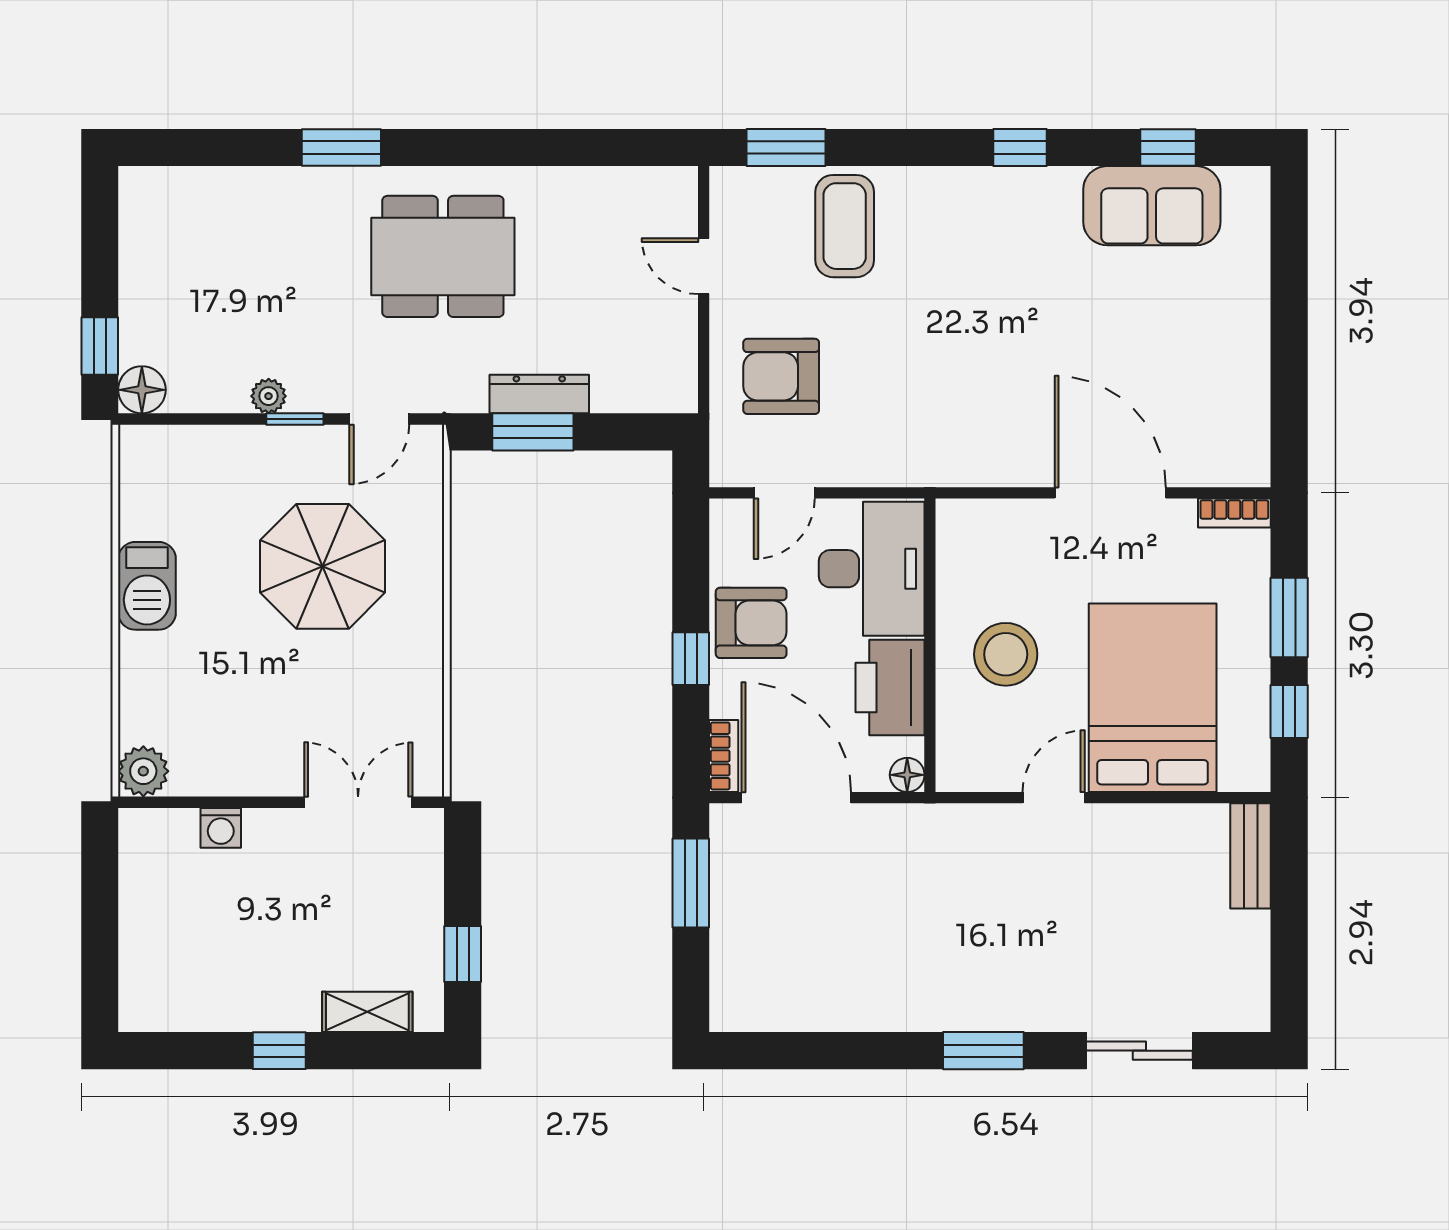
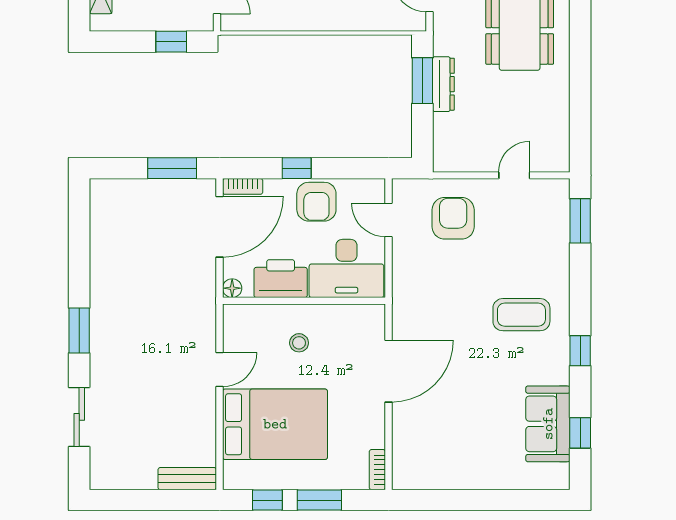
coffee table: (845, 226) -> (521, 315), moved
door: (1110, 493) -> (389, 371), moved
stool: (1006, 654) -> (299, 343), width x0.53, depth x0.53
door: (1054, 798) -> (220, 369), hinge flipped
window: (463, 954) -> (171, 42), moved

